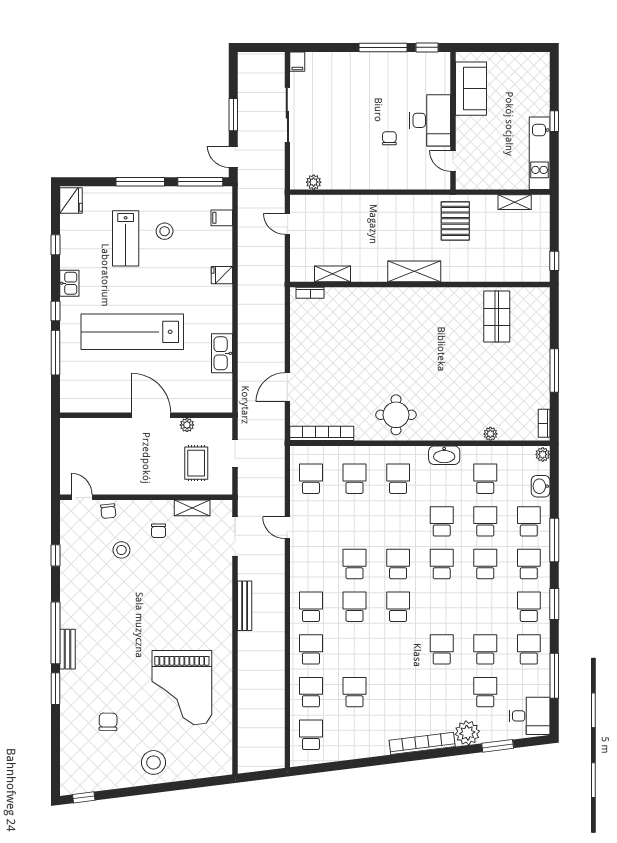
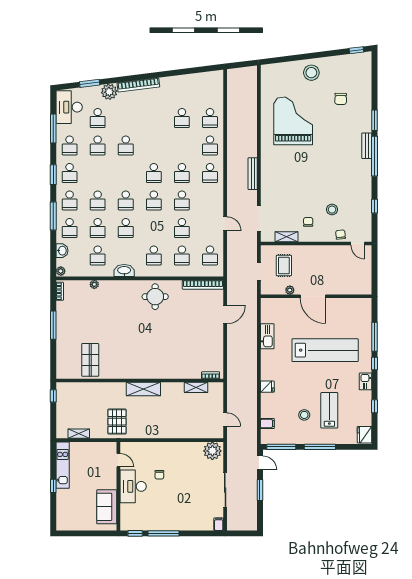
plant: (314, 182) -> (212, 451), width x1.88, depth x1.88
desk: (530, 716) -> (69, 107), width x1.37
school desk: (311, 735) -> (182, 228), moved

